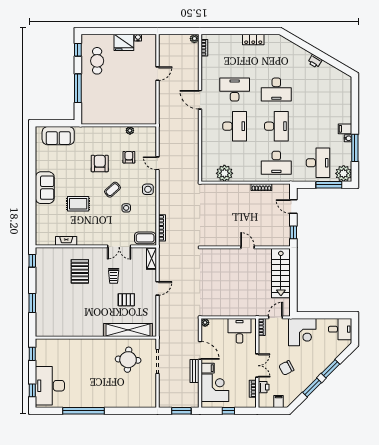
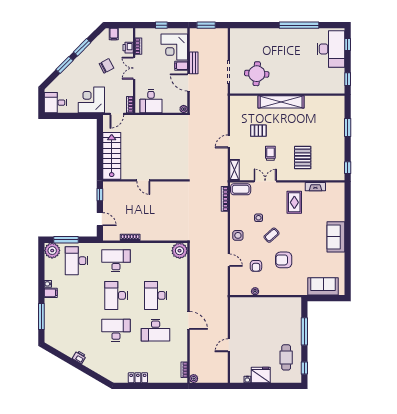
window: (355, 148) -> (41, 316), moved
armchair: (100, 163) -> (284, 260), turned 90
plant: (224, 173) -> (180, 251), moved
rug: (78, 204) -> (294, 202), moved, turned 90
shelving: (128, 330) -> (281, 102), moved

